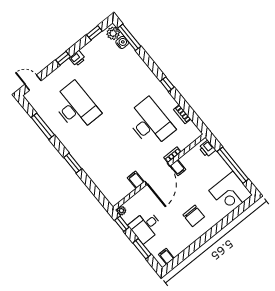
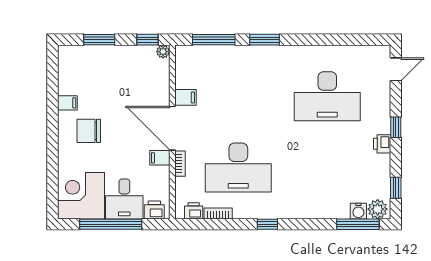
window: (43, 126) -> (214, 40), moved
printer: (191, 128) -> (194, 211), added
desk: (146, 226) -> (124, 199), moved, turned 180
filing cabinet: (166, 256) -> (67, 103), moved

